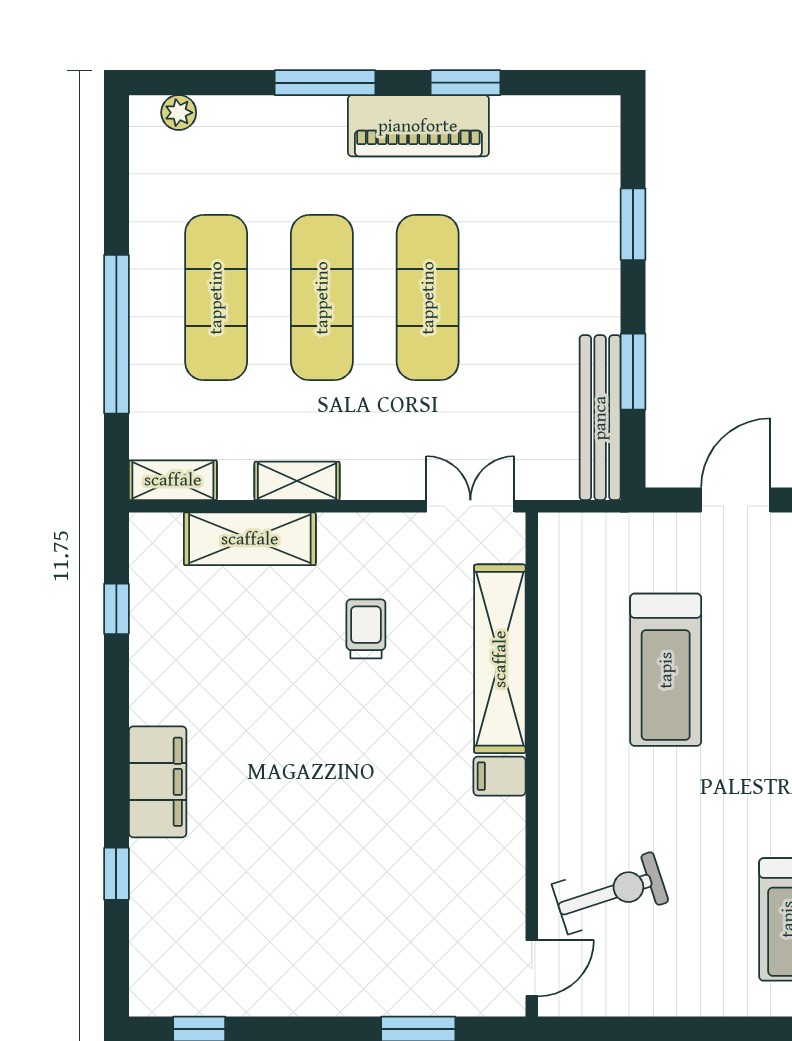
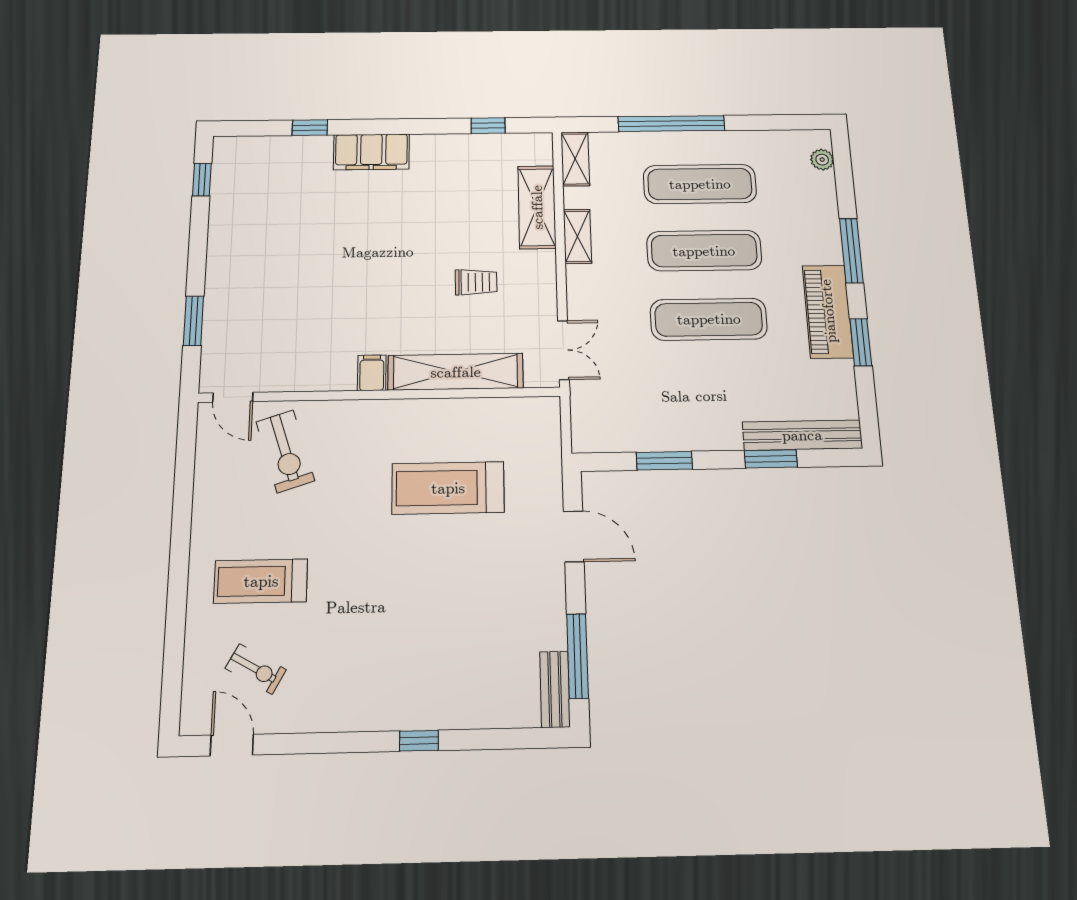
bench: (600, 418) -> (802, 435), moved

